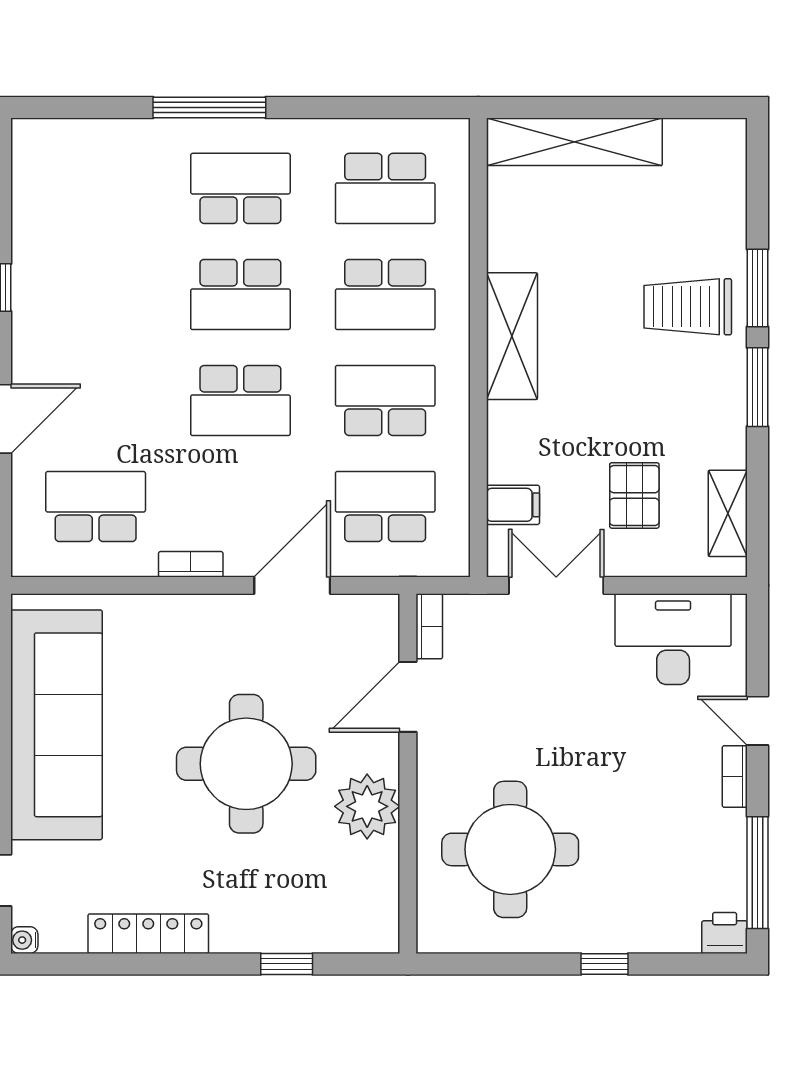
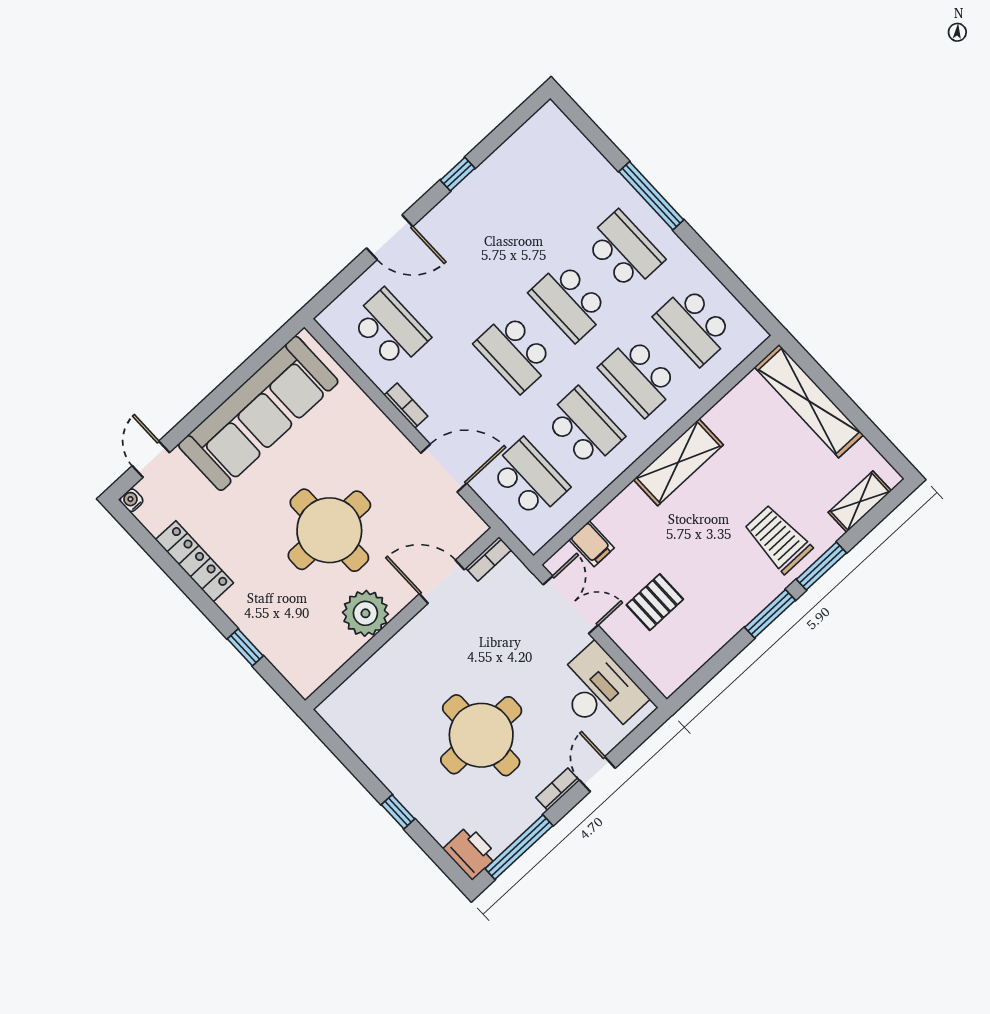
shelving: (728, 513) -> (860, 502), moved
round table: (510, 849) -> (481, 735), moved
printer: (725, 933) -> (470, 852), width x1.36, depth x1.24

